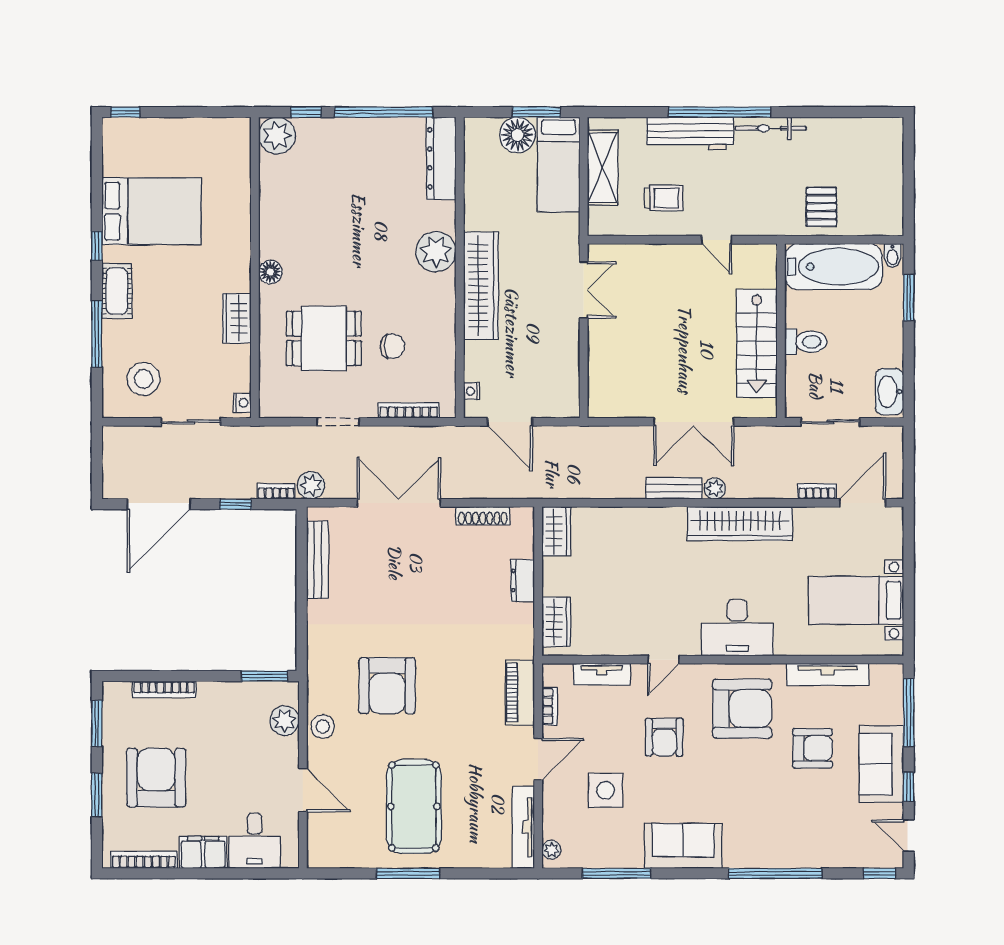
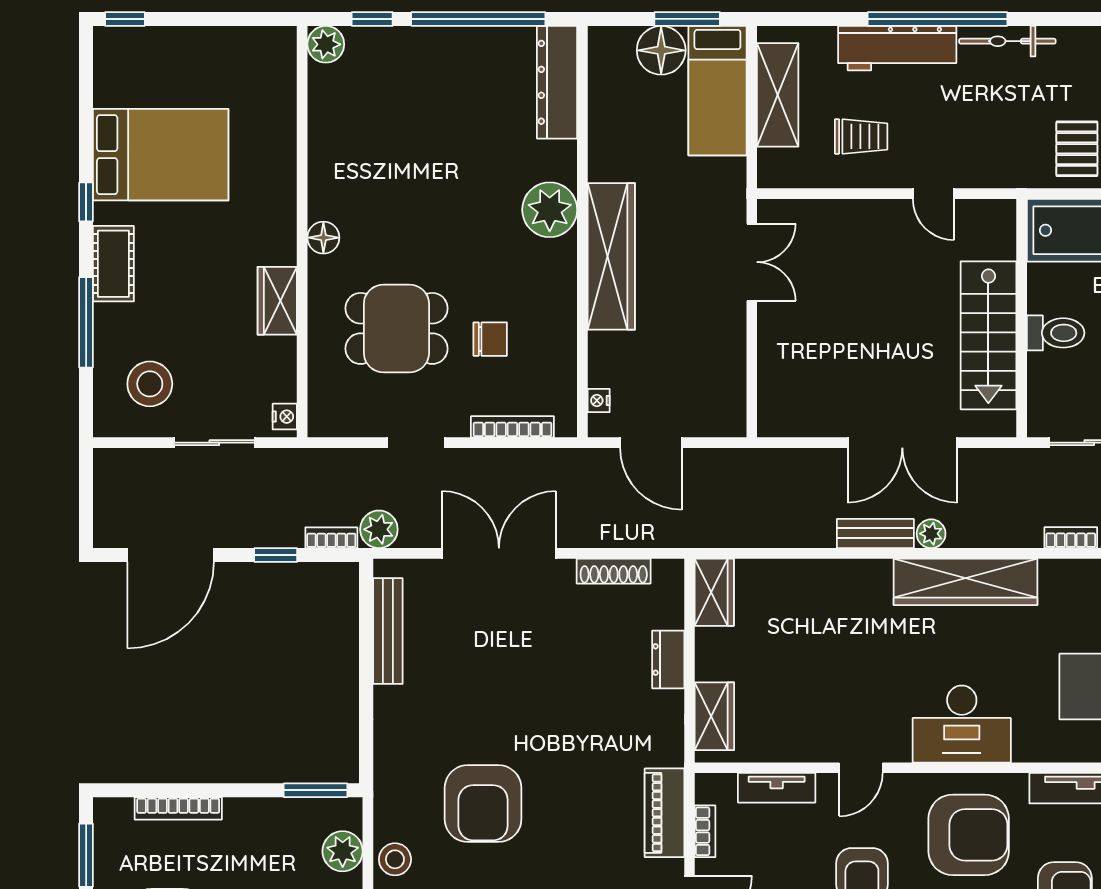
plant: (277, 135) -> (326, 44), width x0.73, depth x0.73

